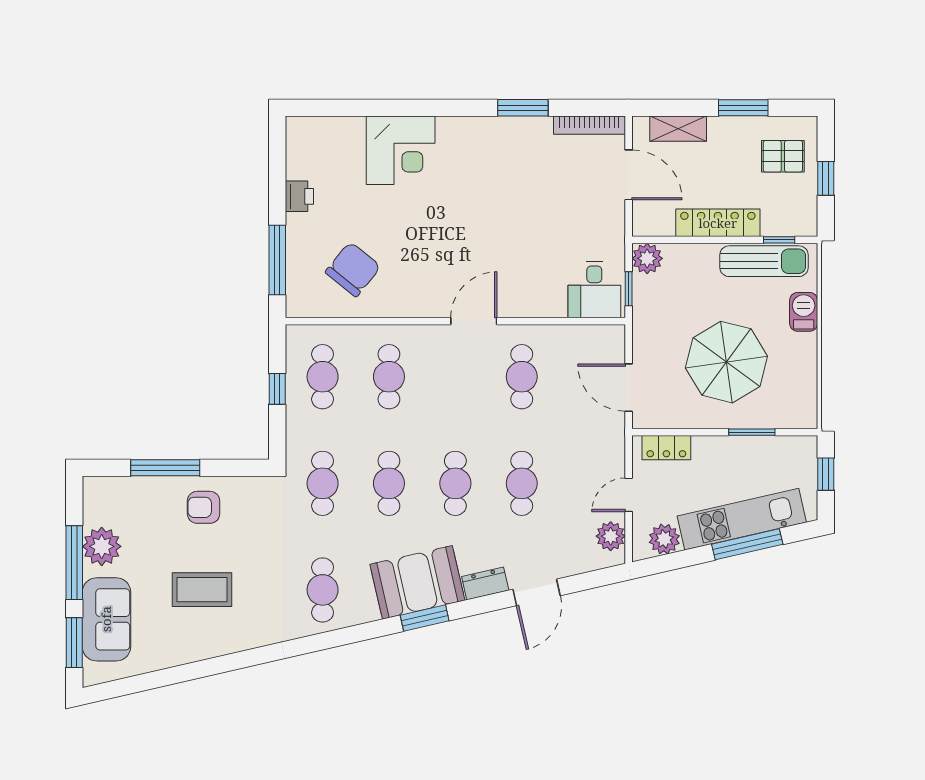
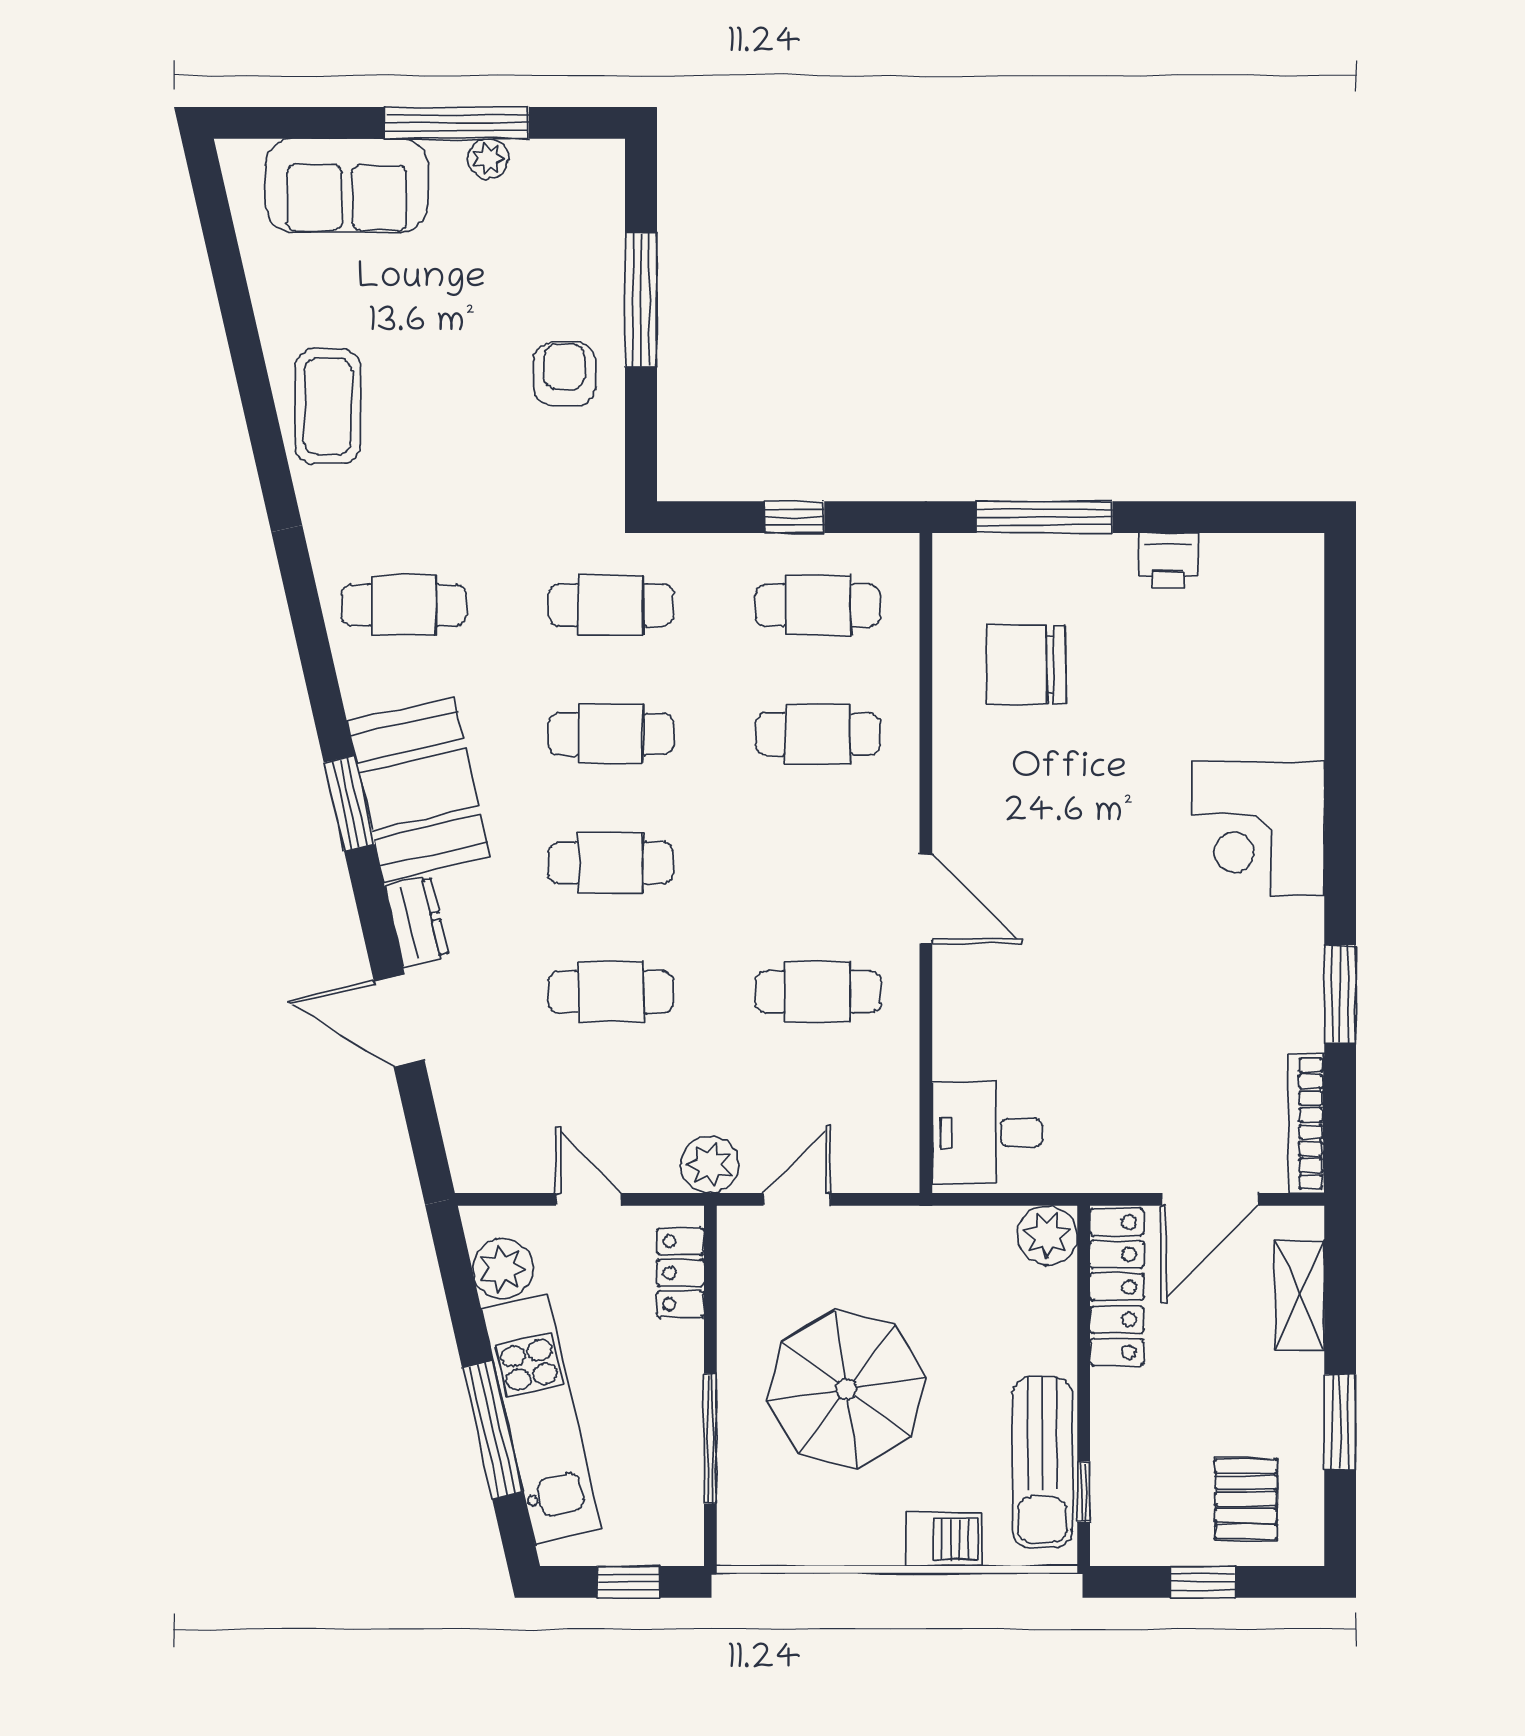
corner desk: (401, 150) -> (1258, 828), moved
locker: (718, 223) -> (1117, 1287), moved
chair: (353, 269) -> (1026, 664), turned 141
window: (629, 289) -> (989, 1199), removed
door: (629, 388) -> (797, 1199), width x0.73
window: (752, 432) -> (710, 1439), width x1.44
plant: (611, 536) -> (710, 1164), moved
plant: (102, 546) -> (488, 159), width x0.53, depth x0.53
coffee table: (202, 590) -> (328, 406), moved
window: (74, 643) -> (302, 123), removed

